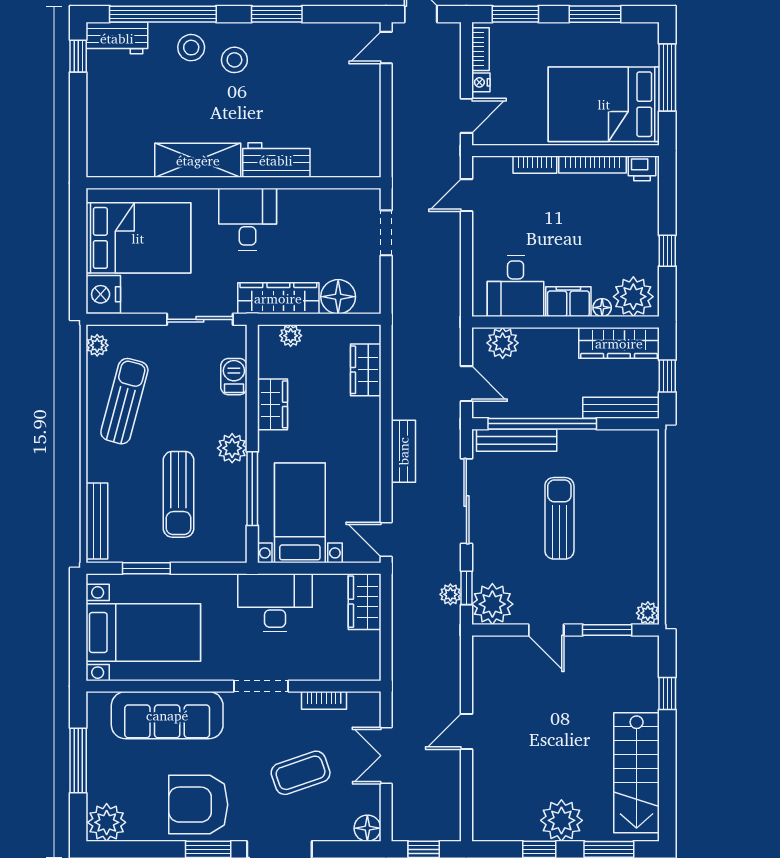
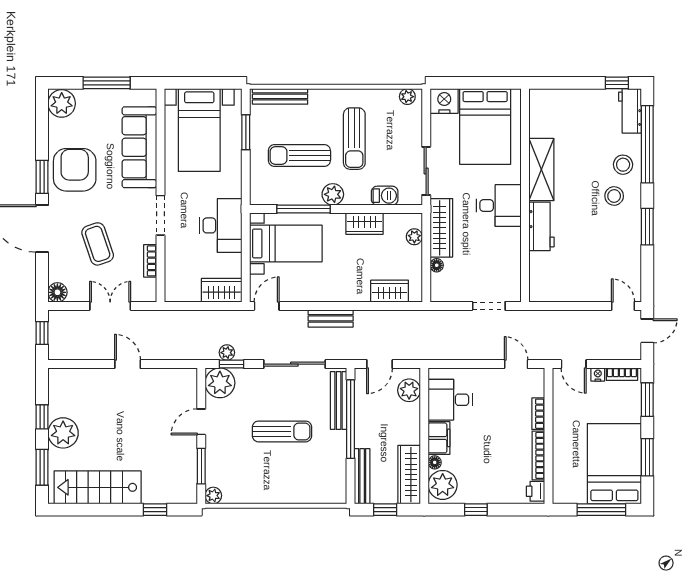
bed: (604, 104) -> (614, 464), moved
floor lamp: (338, 297) -> (437, 265), width x0.53, depth x0.53
sun lounger: (124, 401) -> (354, 139), moved, turned 75

